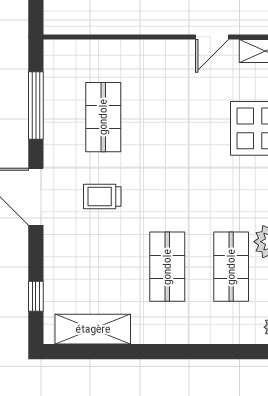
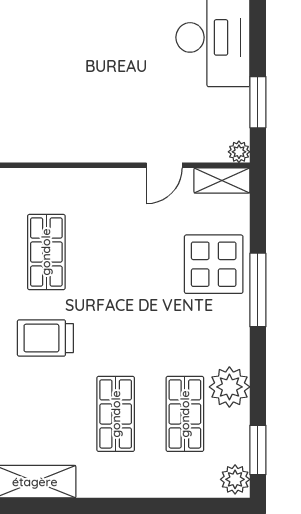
trolley: (102, 196) -> (45, 338), width x1.36, depth x1.39

